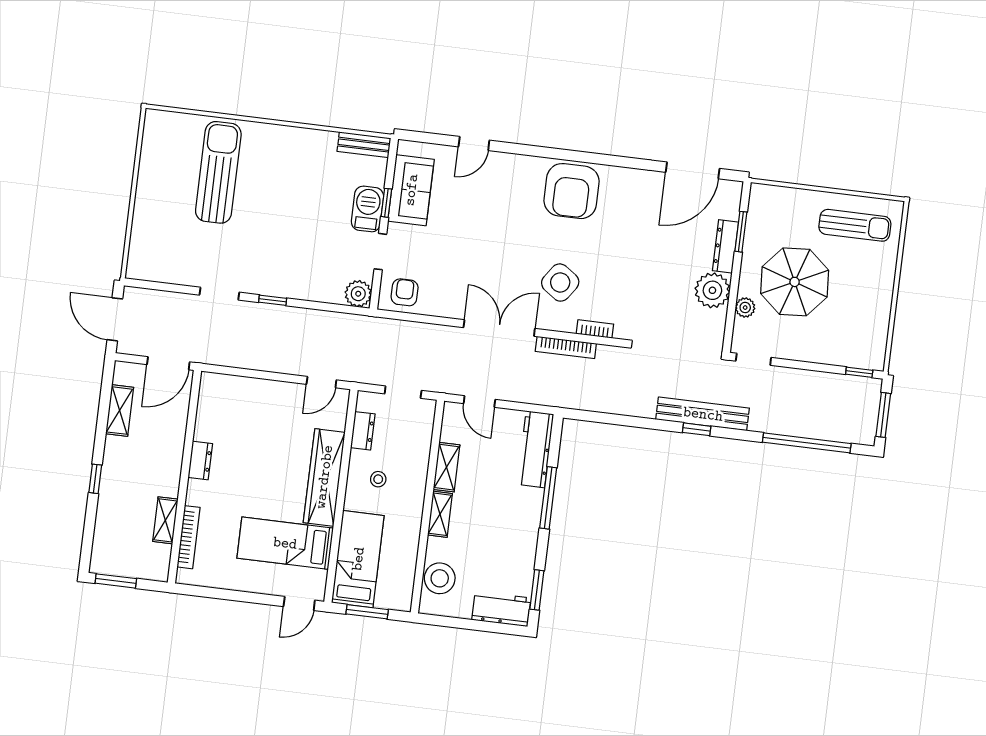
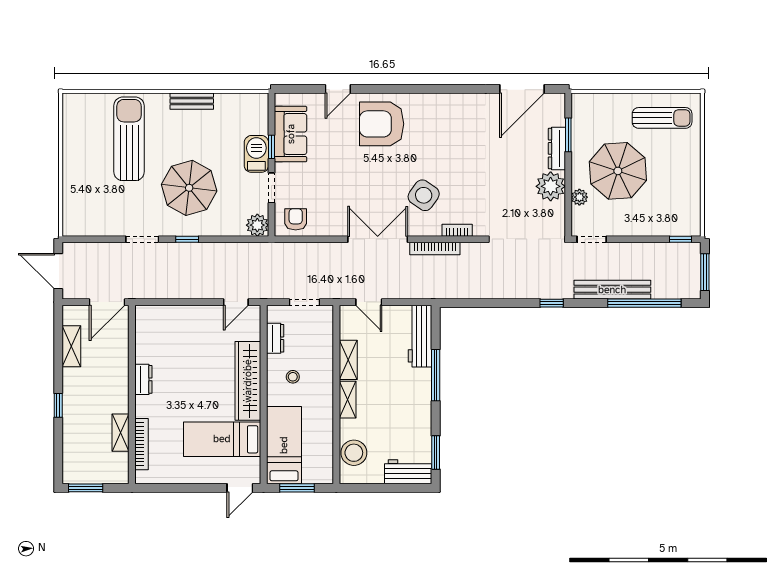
bench: (364, 145) -> (192, 101), moved
armchair: (572, 191) -> (382, 124), moved, turned 90
parasol: (283, 239) -> (189, 188), added
bench: (703, 414) -> (612, 290), moved

